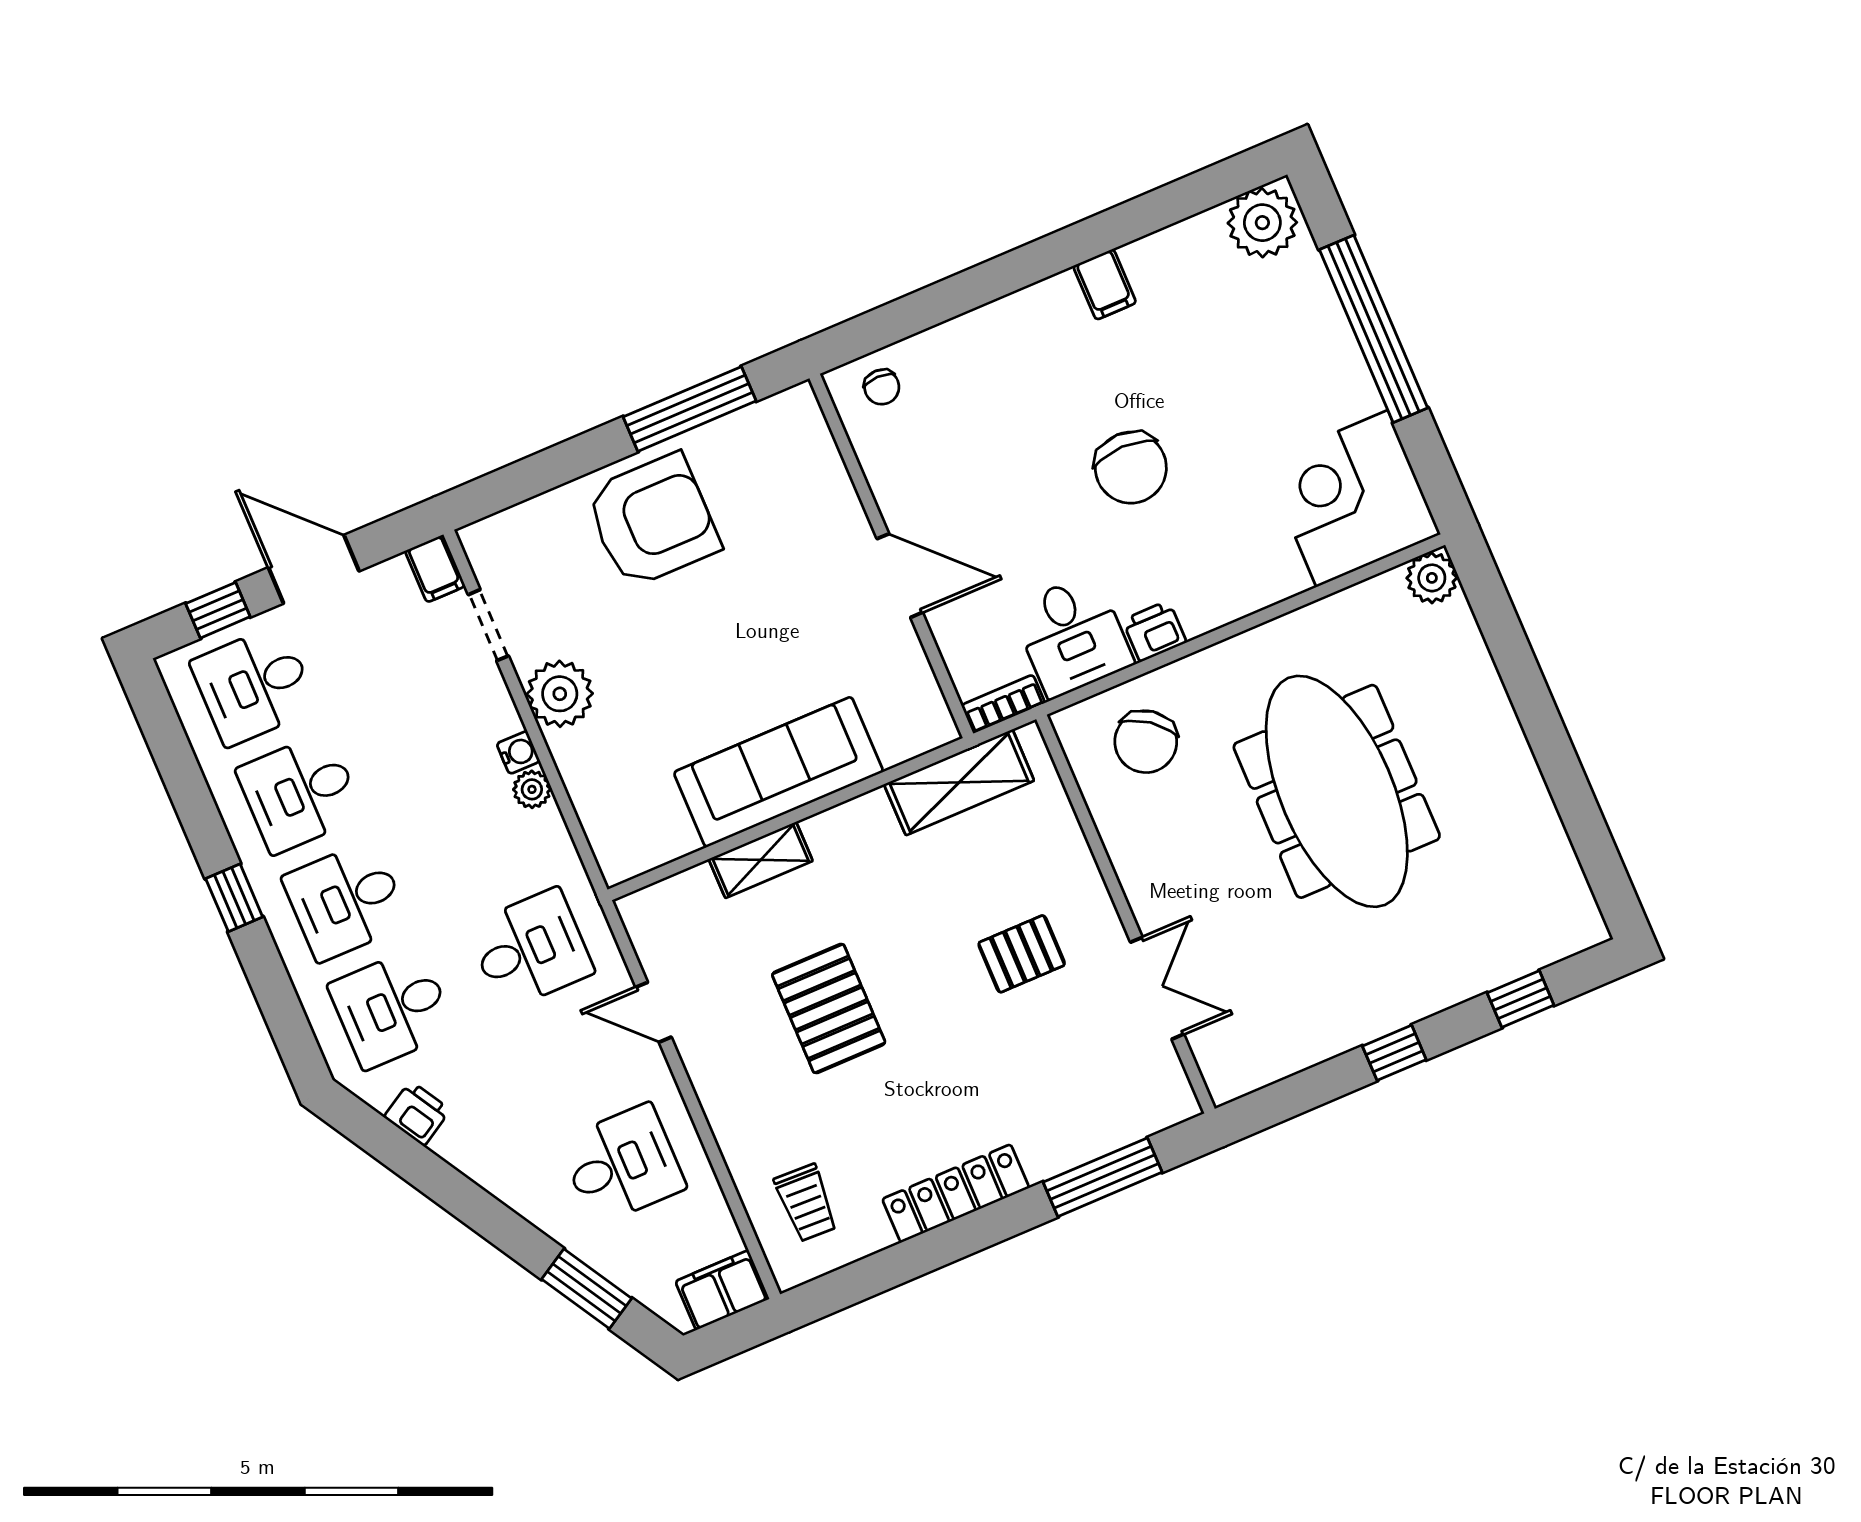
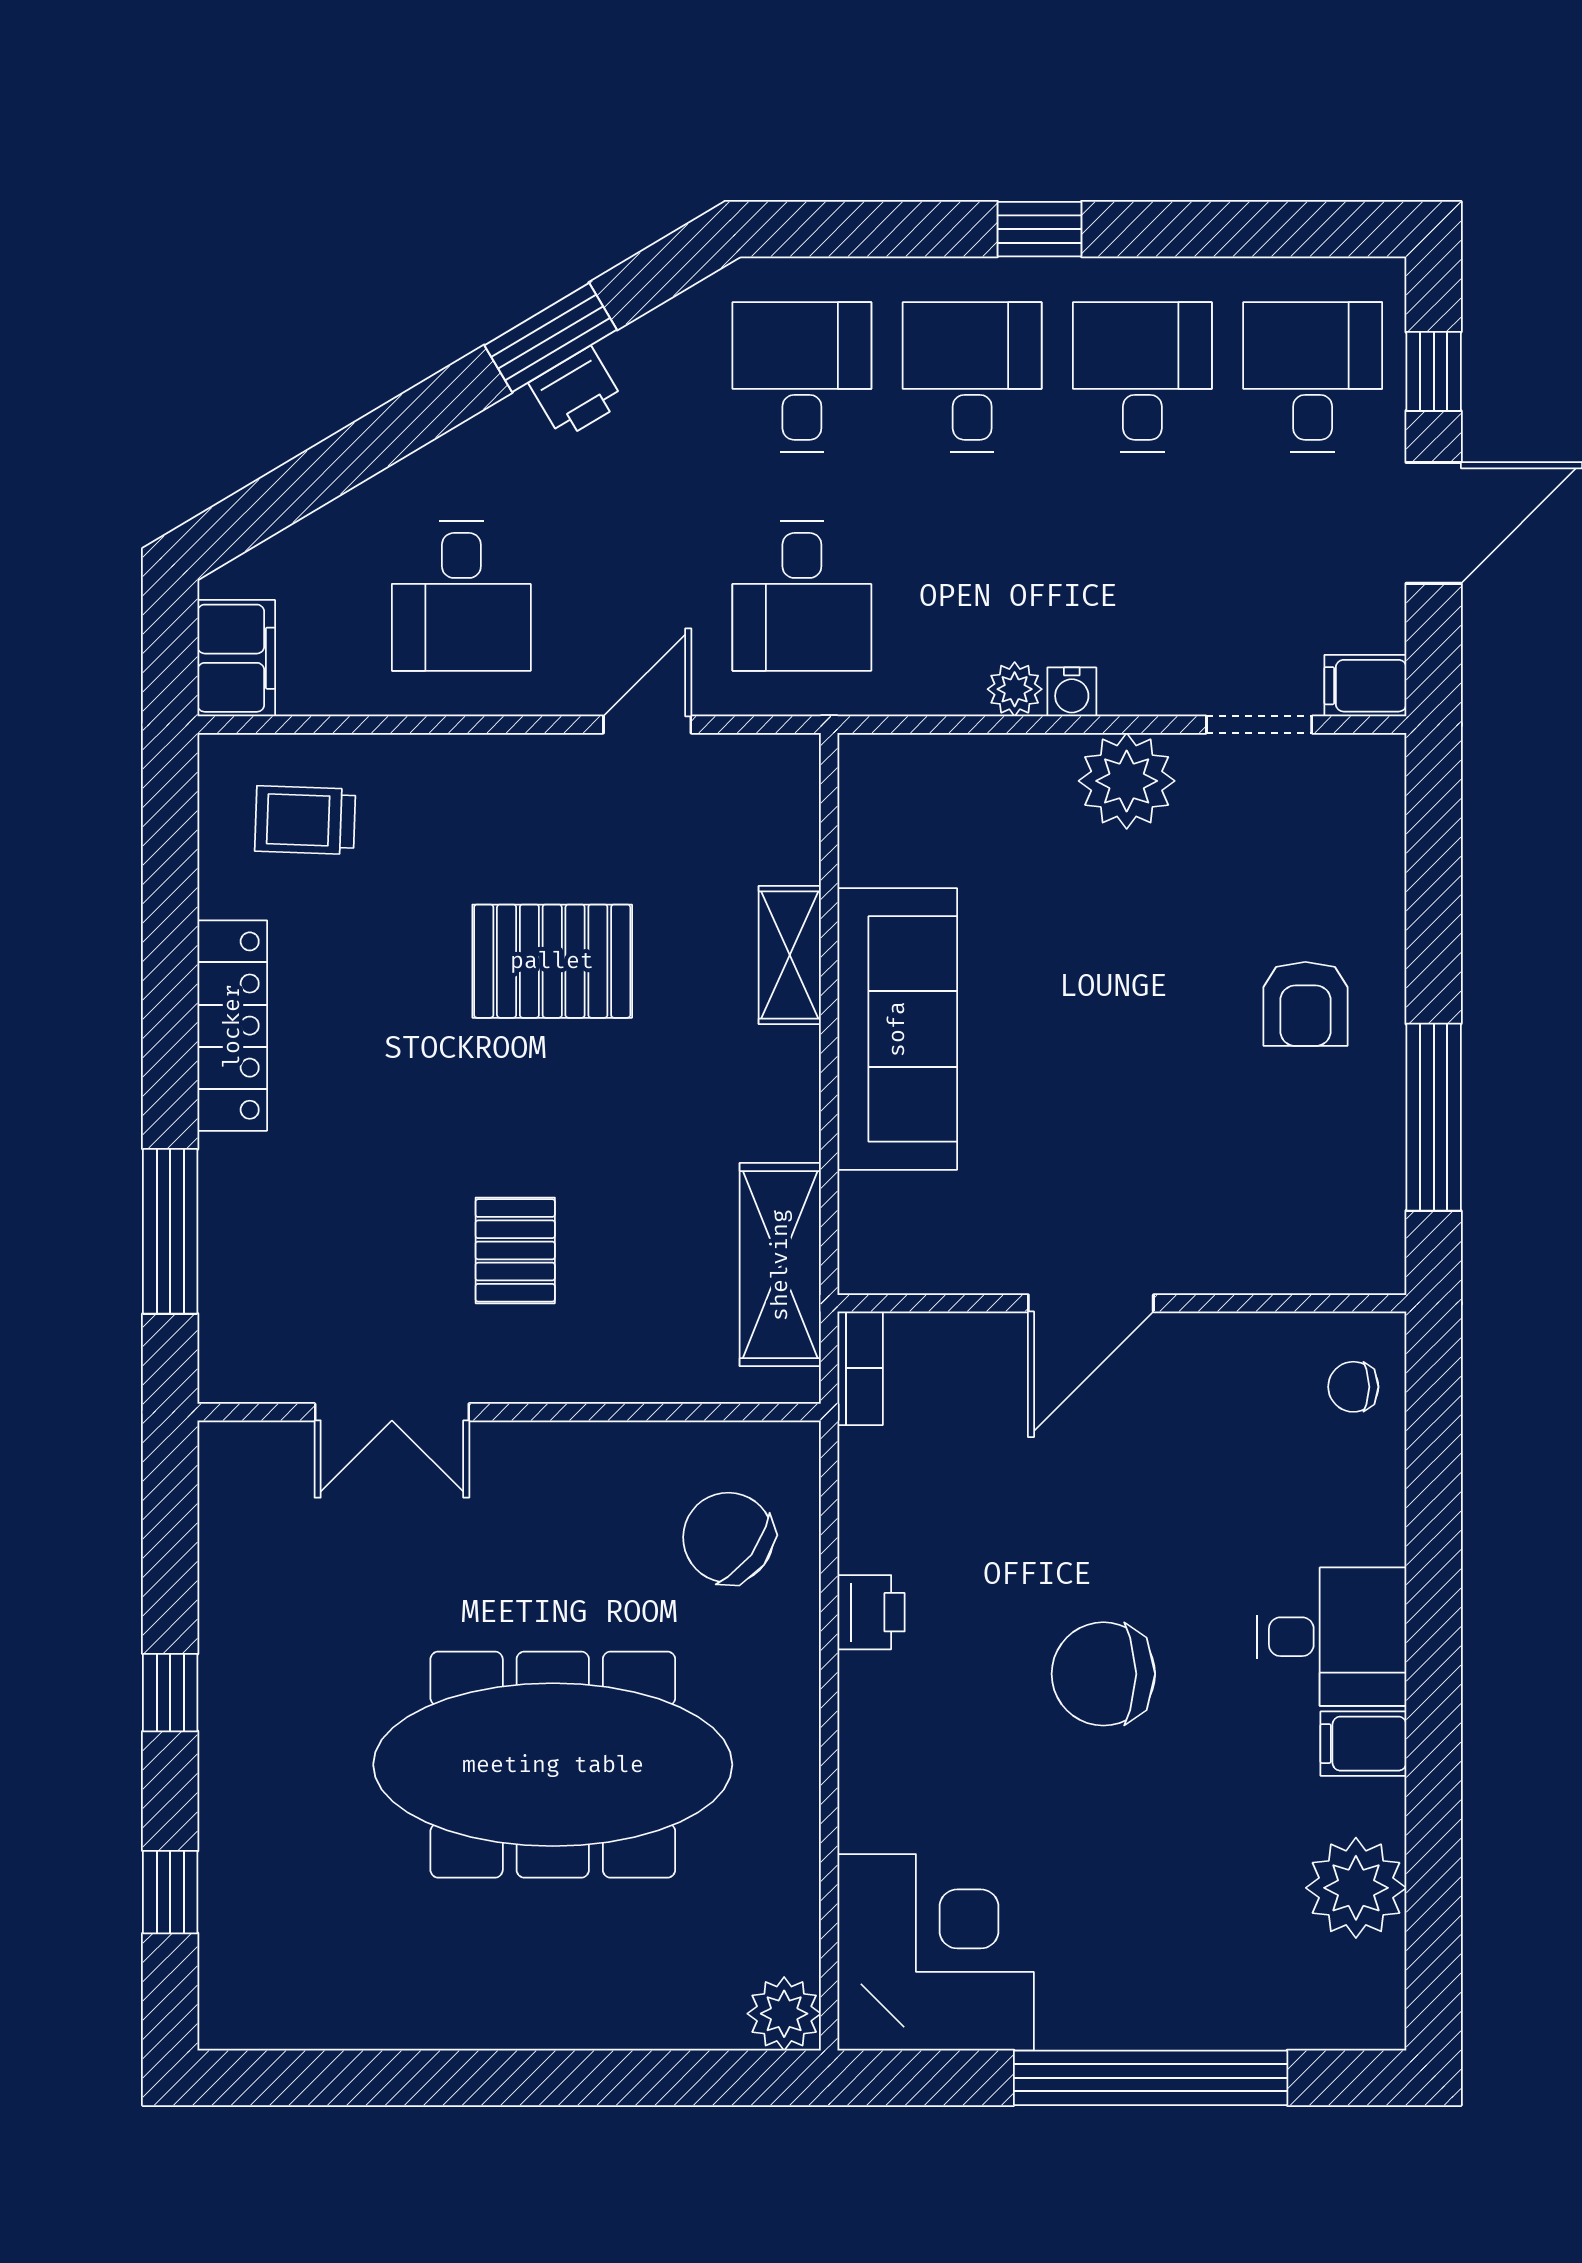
plant: (1262, 223) -> (1356, 1888), moved
armchair: (653, 521) -> (1305, 1004), width x0.53, depth x0.53
desk: (1072, 636) -> (1332, 1637), moved, turned 180
printer: (417, 1113) -> (576, 393), moved
window: (587, 1289) -> (551, 337), moved

